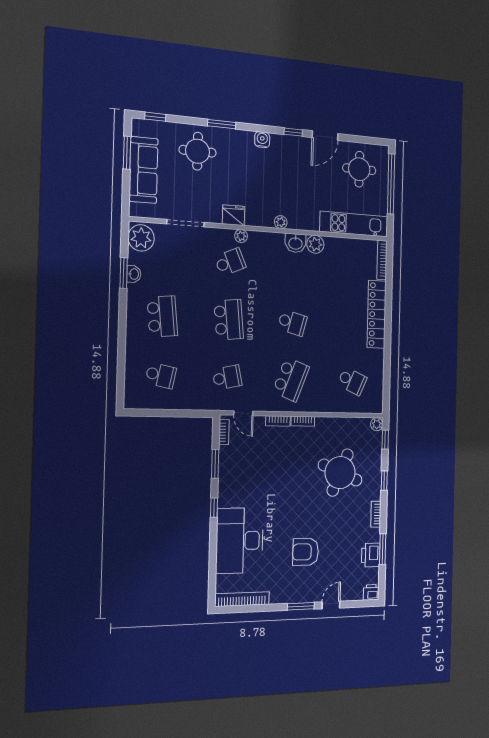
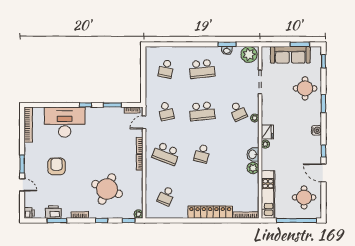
fridge: (234, 215) -> (267, 132), moved

